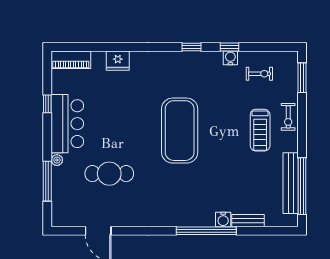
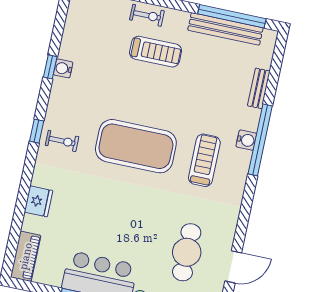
window: (192, 47) -> (37, 131), moved
exercise bike: (259, 74) -> (62, 141), moved, turned 90
cafe table: (109, 174) -> (187, 252), moved
treadmill: (180, 189) -> (204, 160), added
water cooler: (223, 219) -> (246, 140), moved

